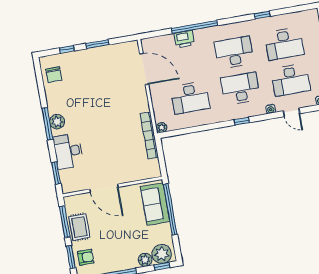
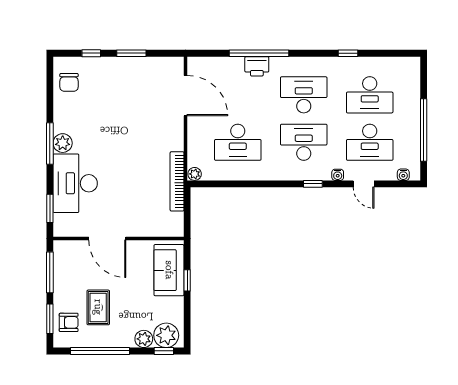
printer: (184, 39) -> (257, 66), moved
window: (242, 121) -> (313, 184), moved
desk: (68, 151) -> (75, 183), width x1.36, depth x1.30
window: (170, 209) -> (187, 280), width x0.32
rug: (79, 227) -> (98, 307), moved

